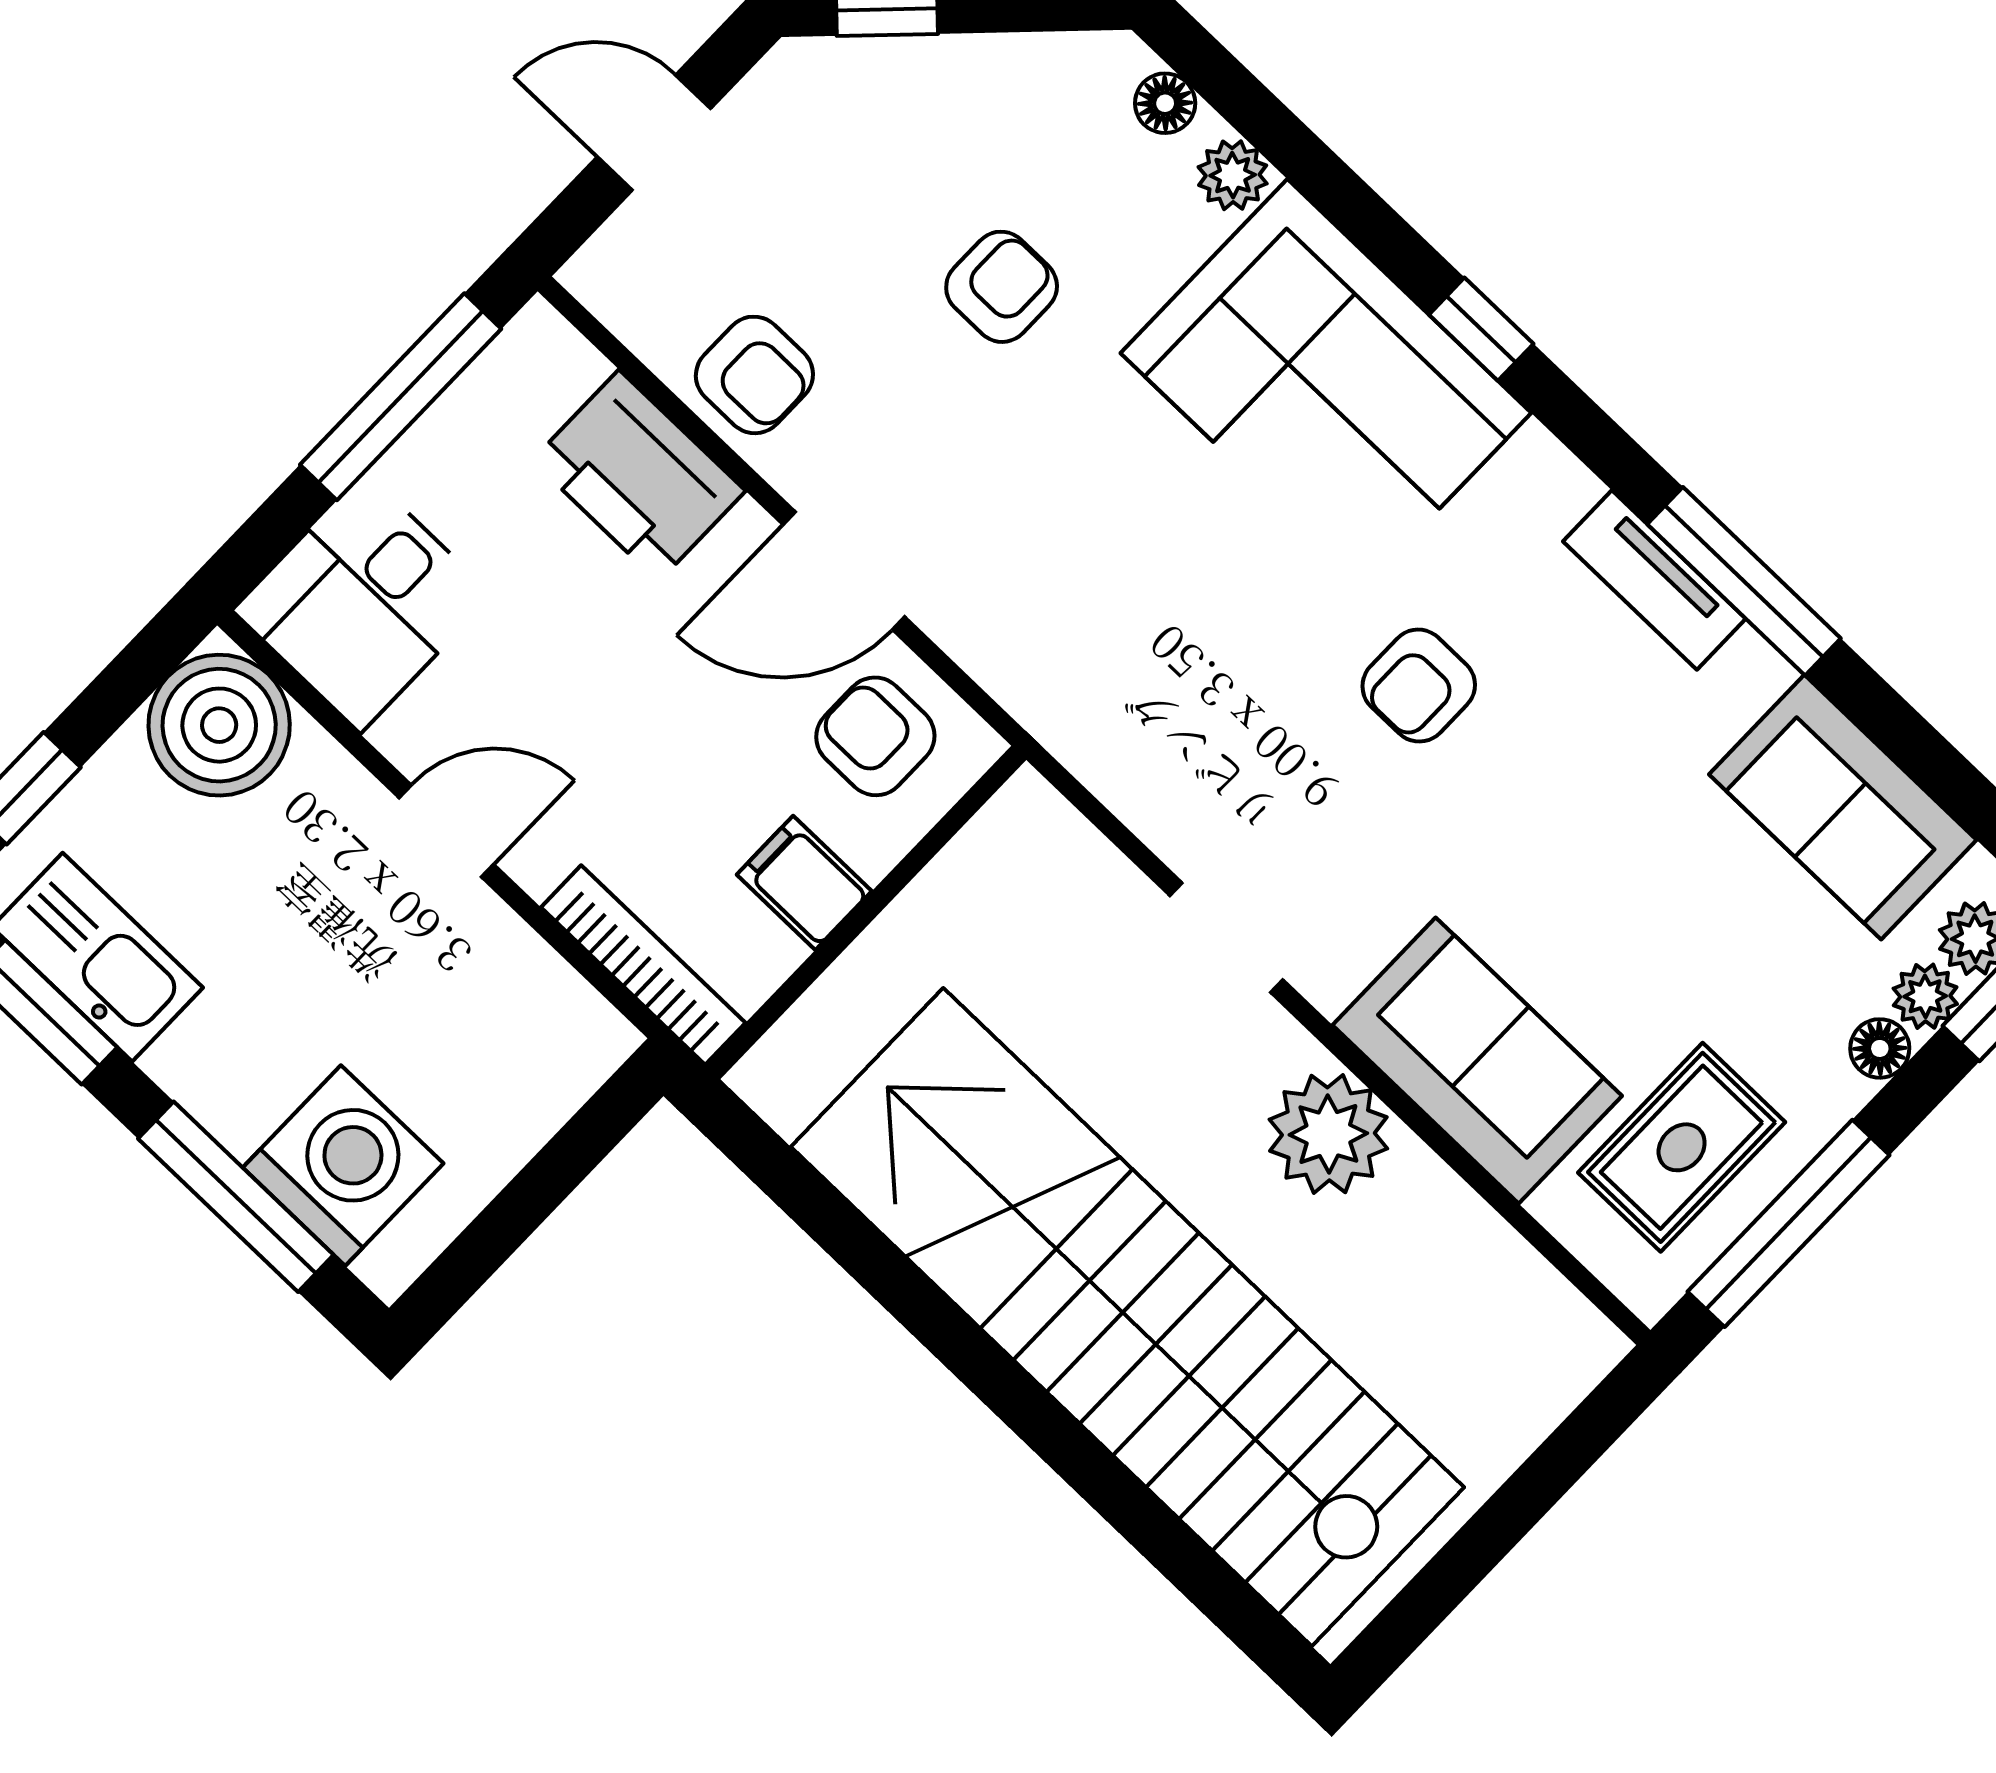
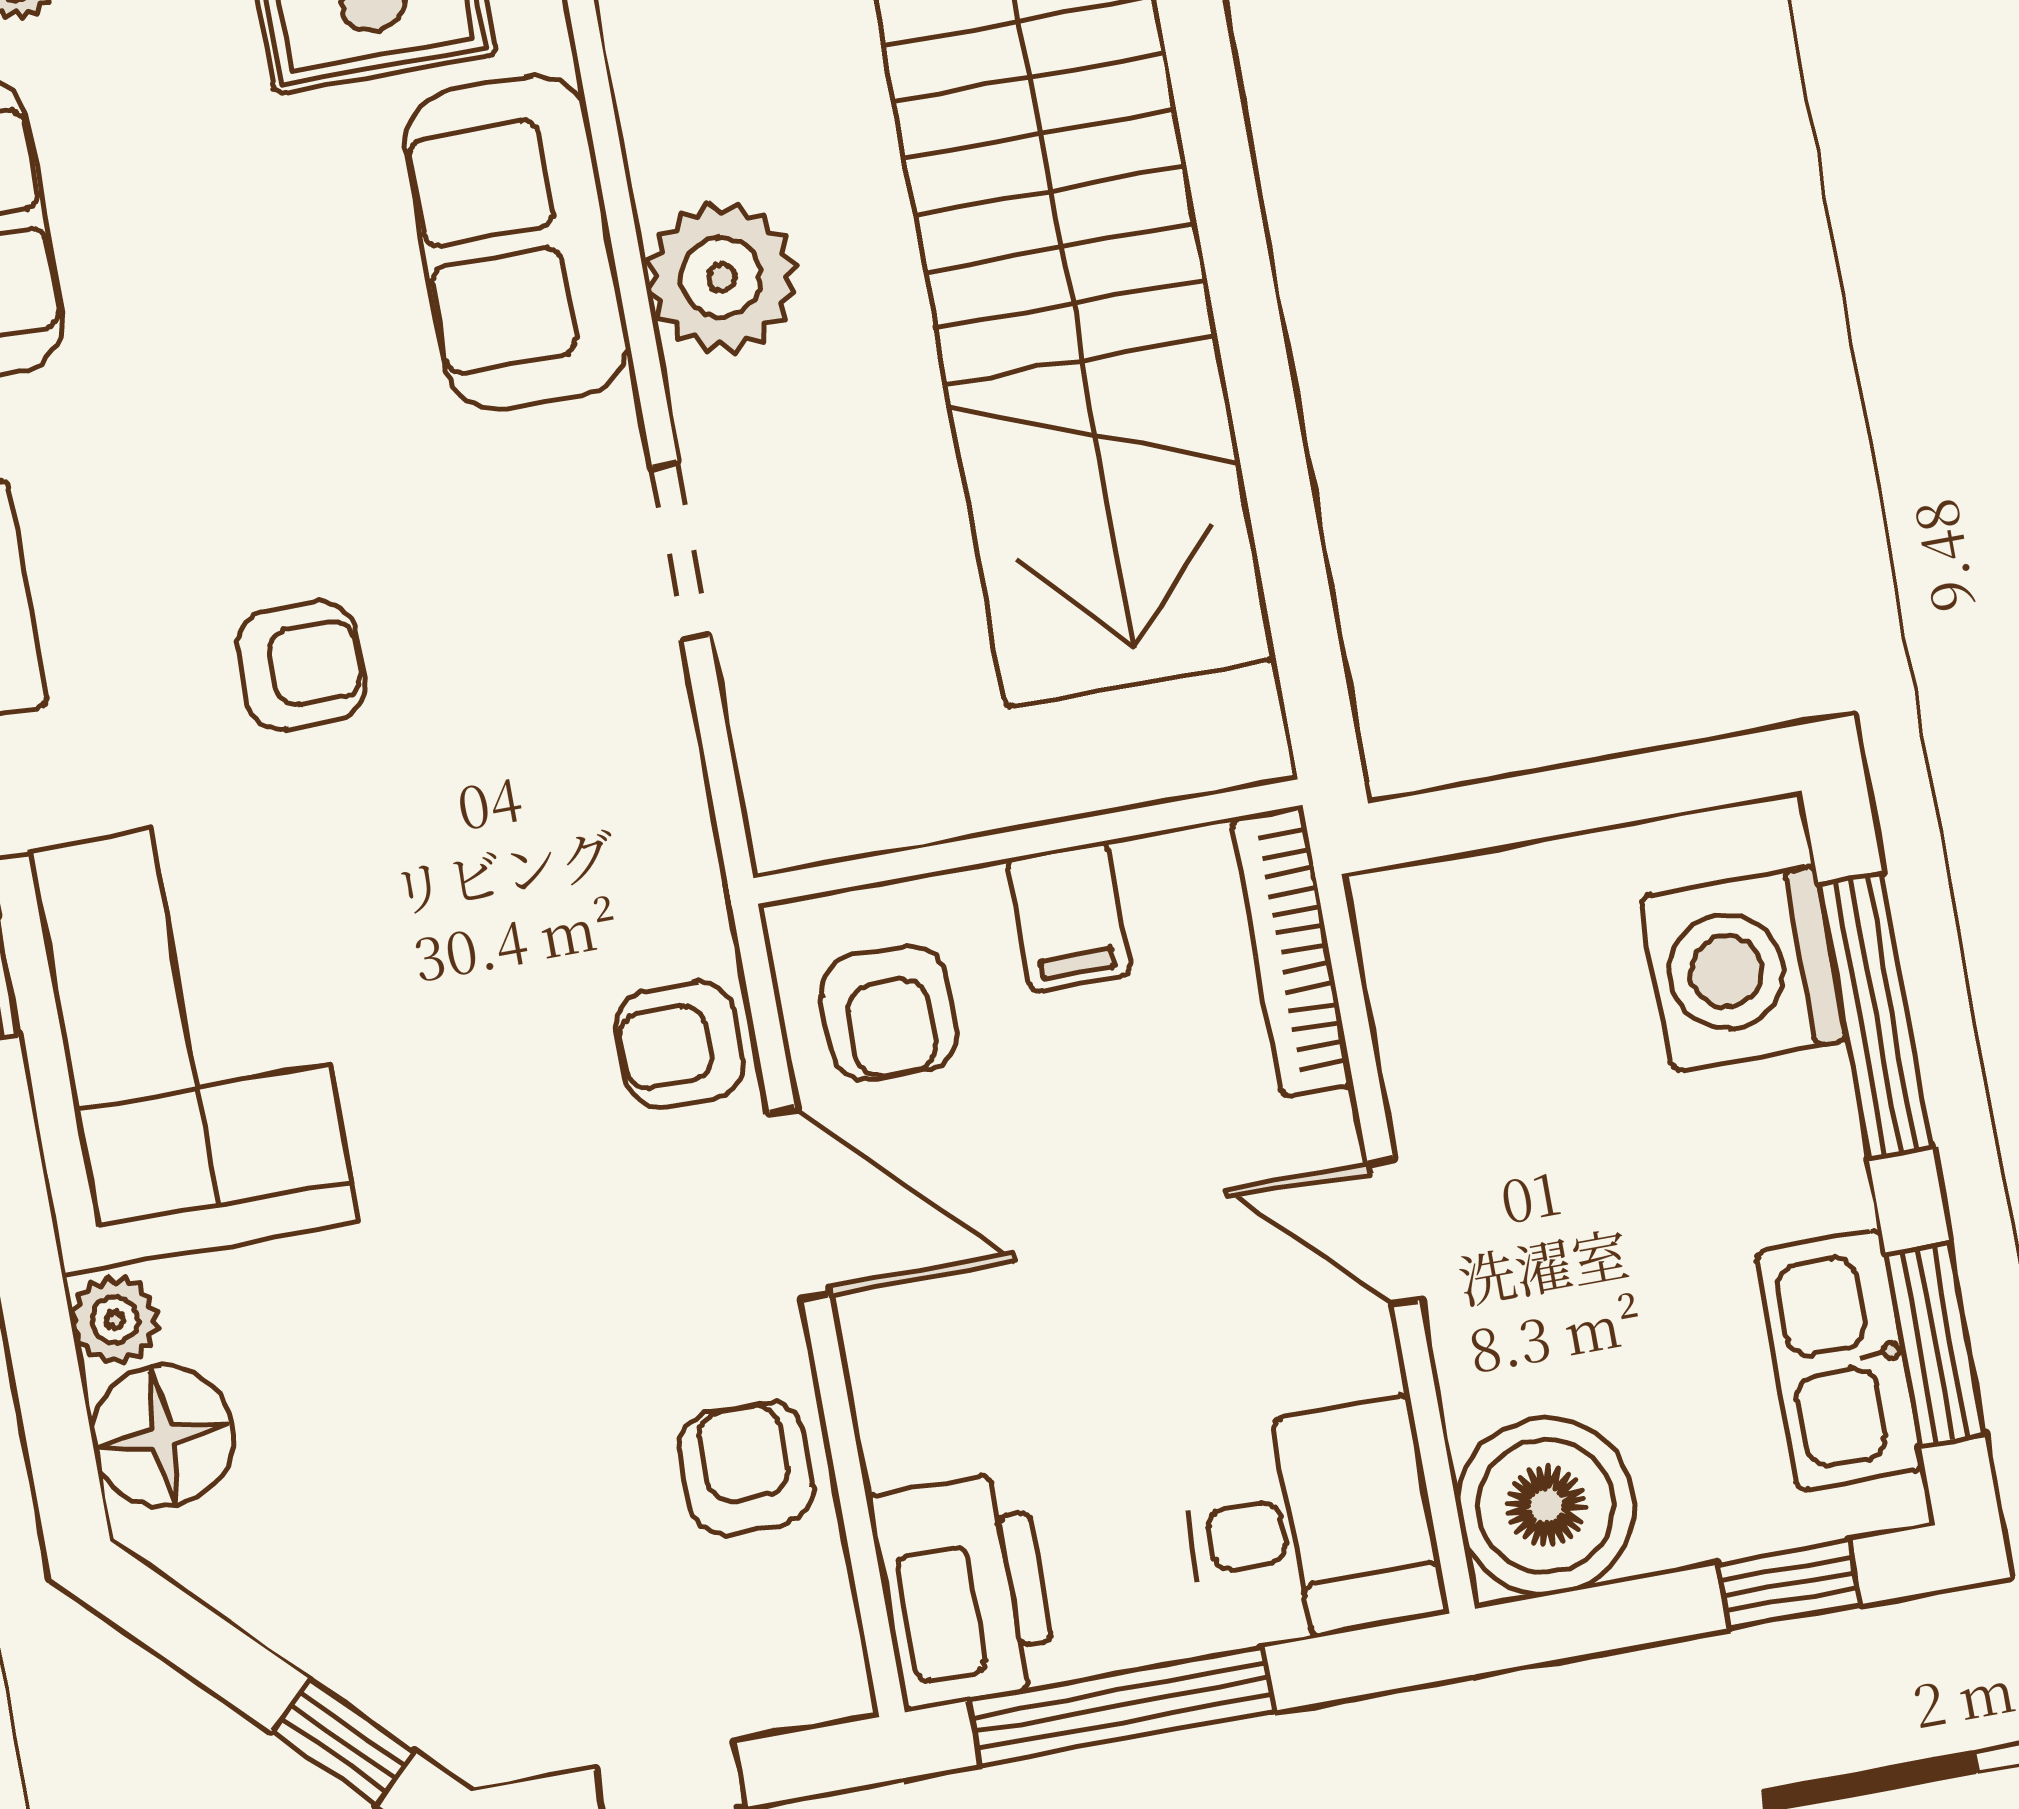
floor lamp: (1165, 103) -> (163, 1436), width x1.89, depth x1.89
armchair: (1002, 287) -> (680, 1045), moved
printer: (639, 476) -> (963, 1590), moved

